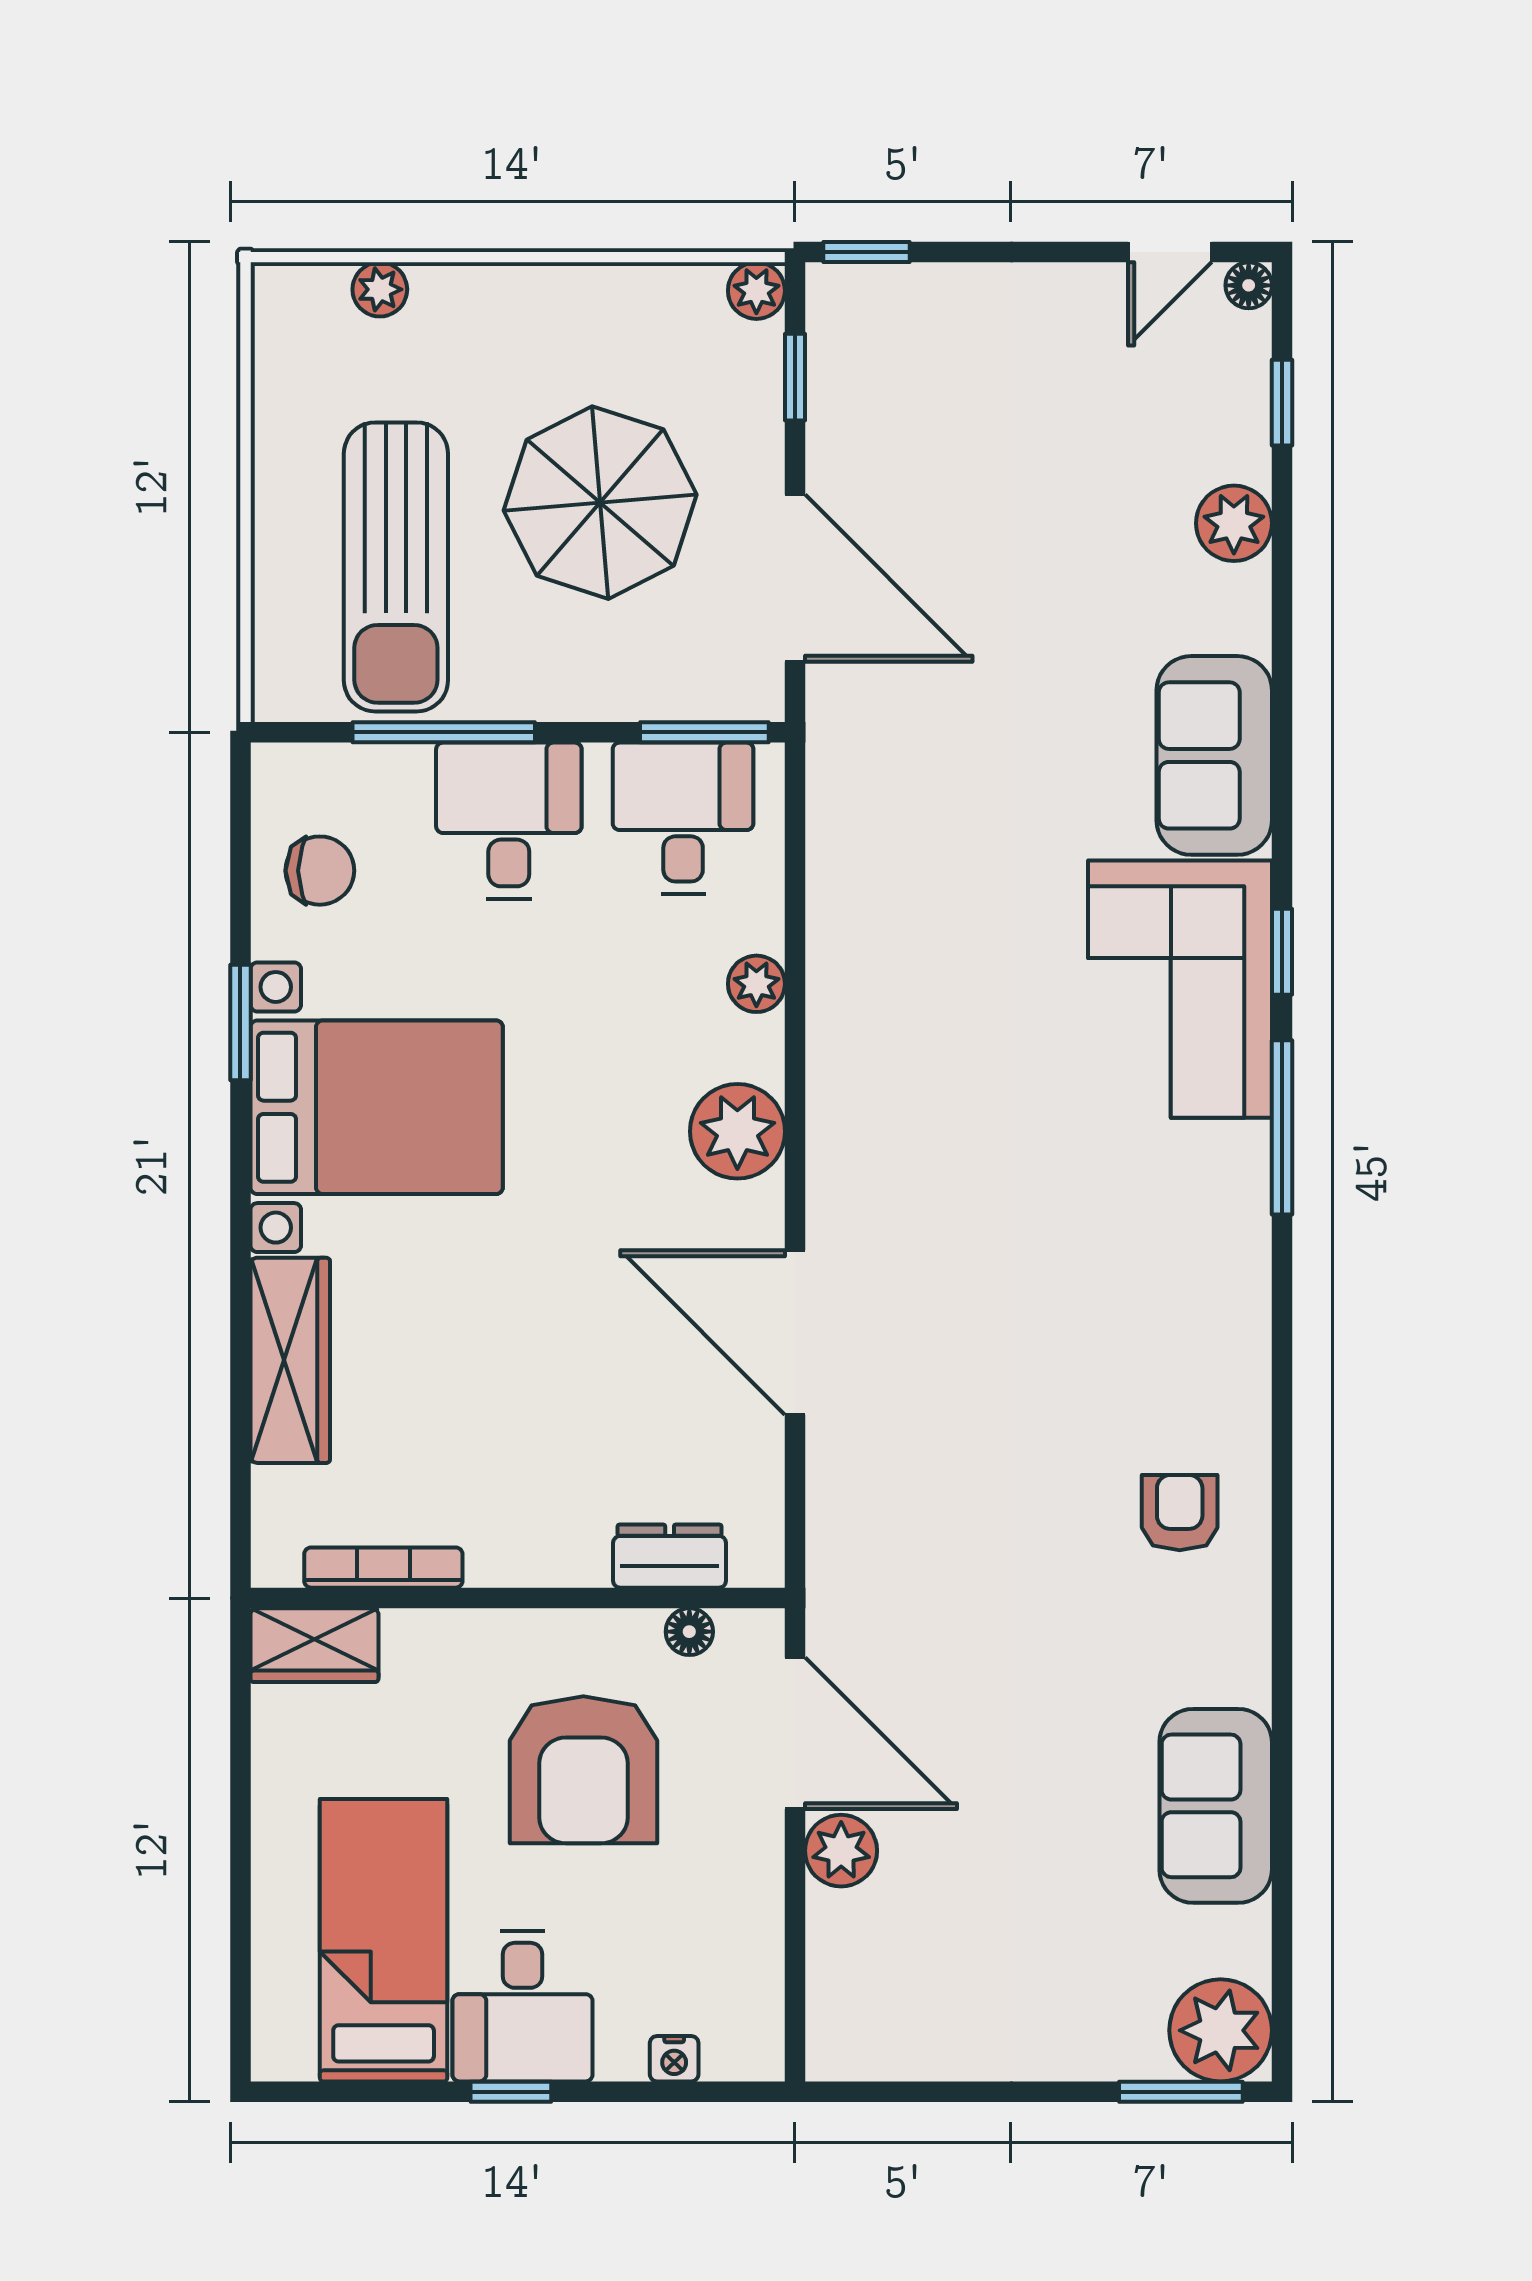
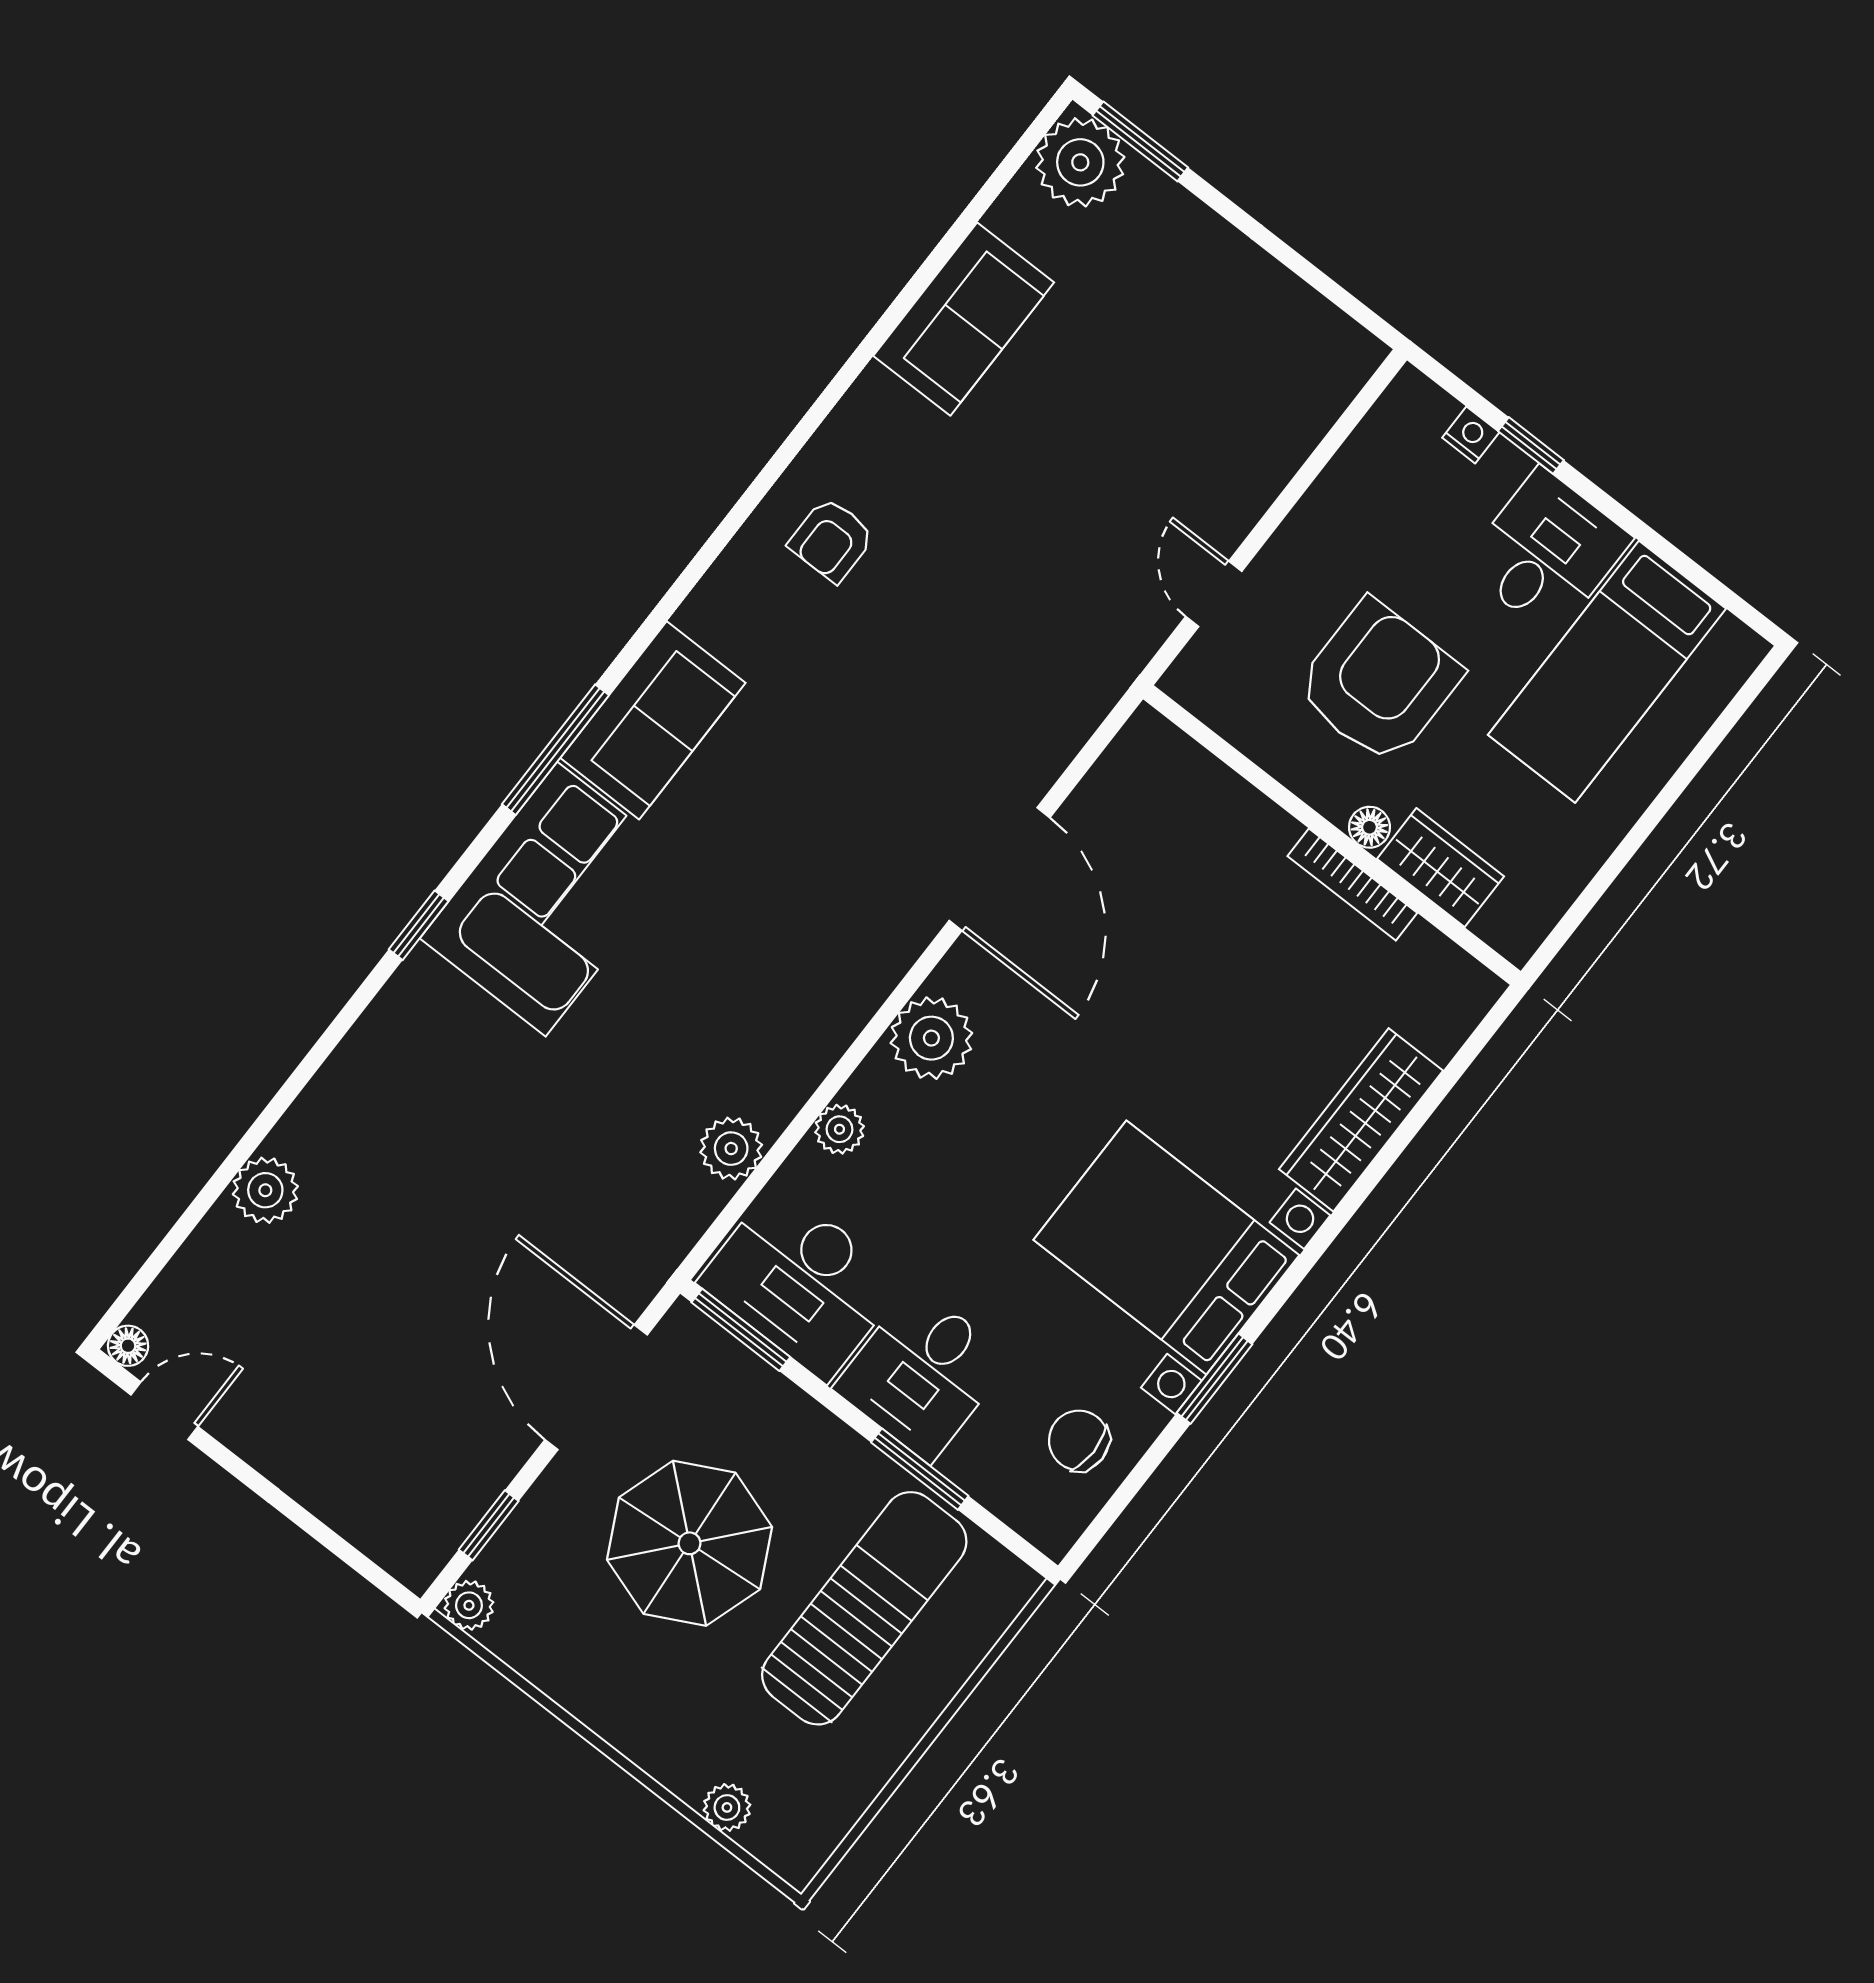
window: (866, 252) -> (373, 1573), removed
window: (1282, 403) -> (168, 1247), removed
window: (444, 732) -> (920, 1469), width x0.69
sofa: (1214, 755) -> (653, 720), moved
desk: (683, 818) -> (801, 1282), width x1.37
window: (1282, 952) -> (419, 925), moved
dresser: (670, 1556) -> (1205, 783), removed
bookcase: (383, 1568) -> (1352, 885), moved
floor lamp: (689, 1632) -> (1369, 827), moved
wardrobe: (314, 1645) -> (1440, 868), moved
door: (795, 1733) -> (1214, 594), width x0.53
plant: (841, 1851) -> (731, 1149), moved
window: (511, 2092) -> (1531, 446), moved

